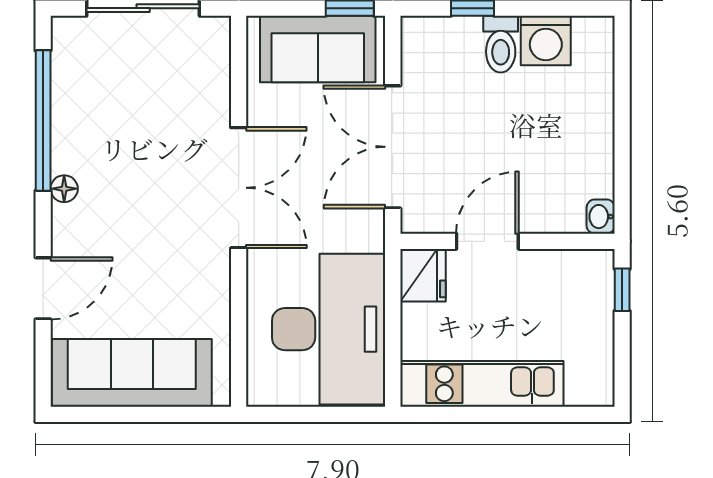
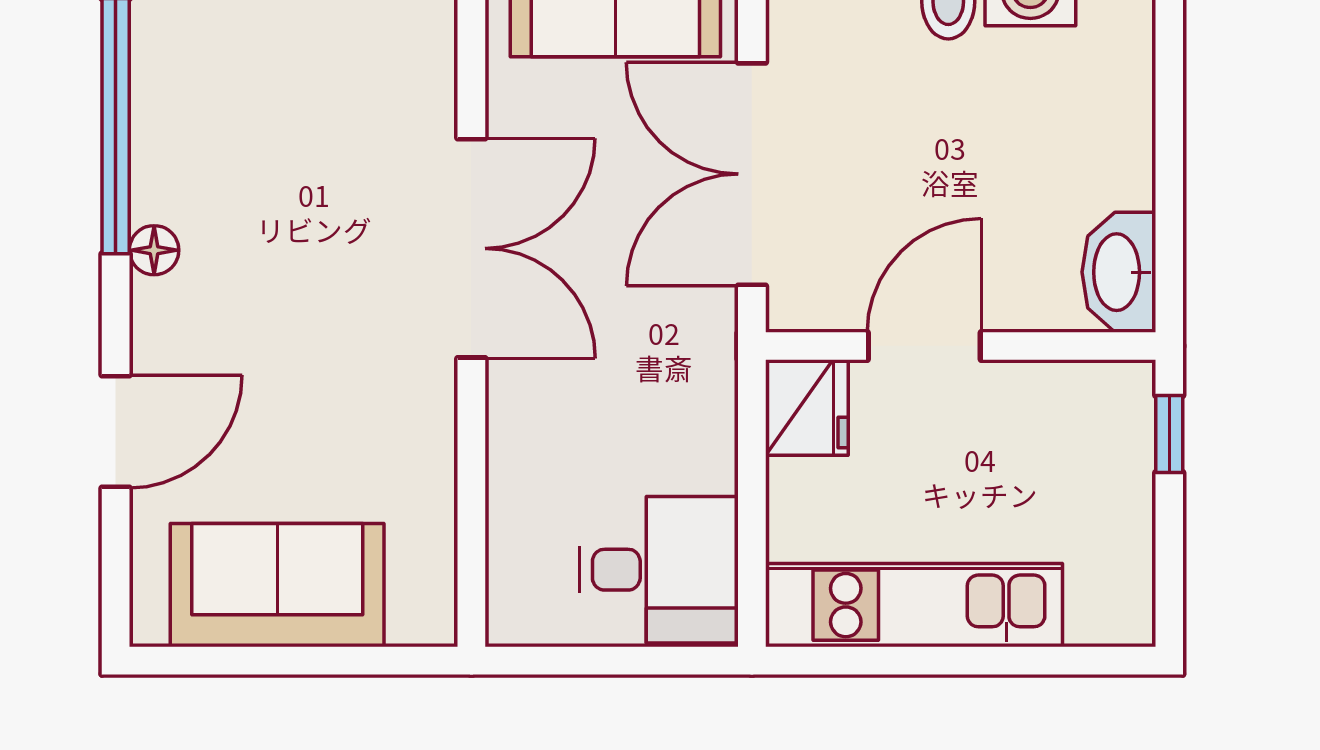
washbasin: (601, 217) -> (1119, 272), width x1.91, depth x1.45
desk: (329, 329) -> (659, 570), width x0.53, depth x0.77
sofa: (132, 373) -> (277, 585), width x0.73

